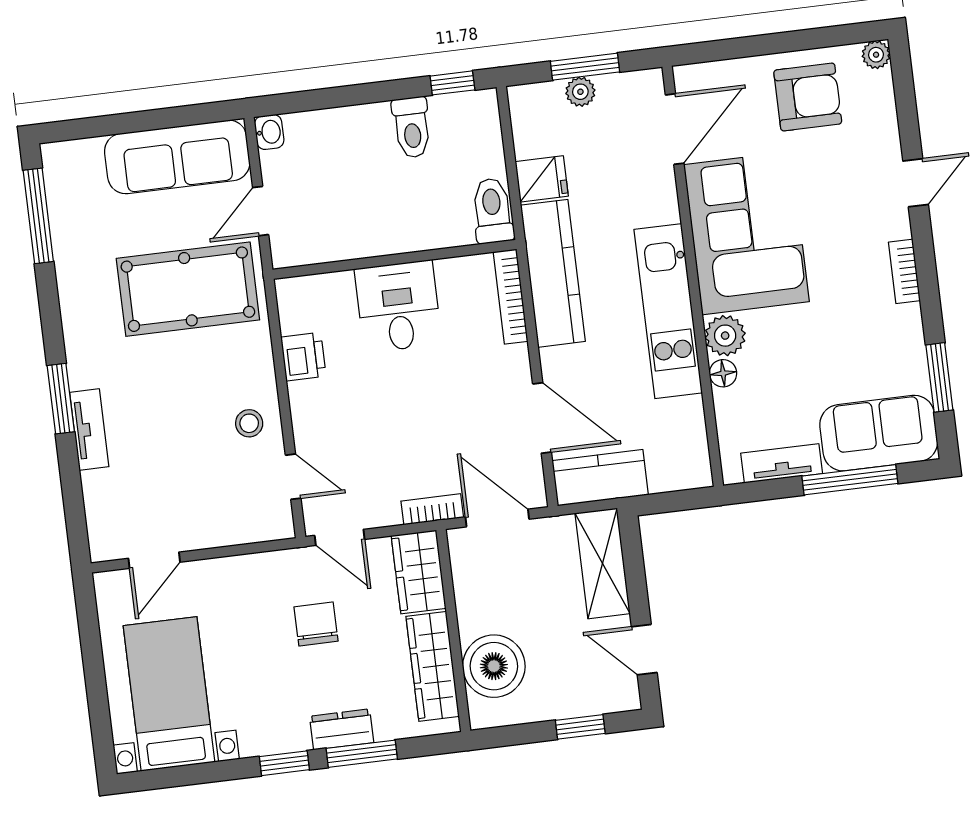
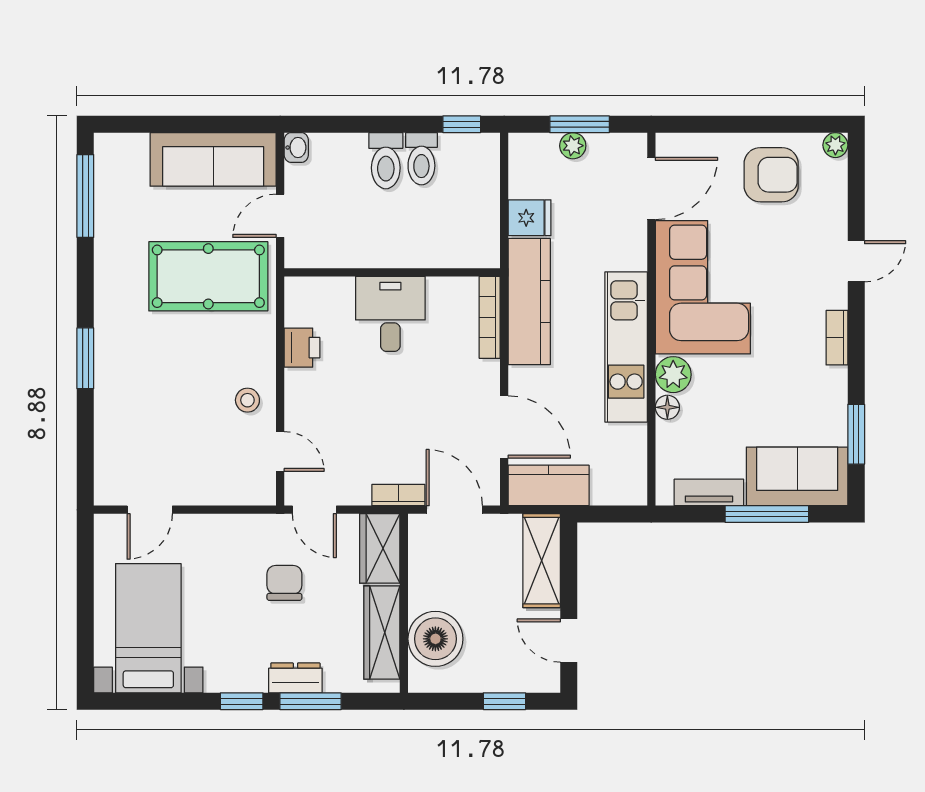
toilet: (492, 211) -> (386, 161), moved, turned 180
tv unit: (89, 430) -> (107, 388), removed

